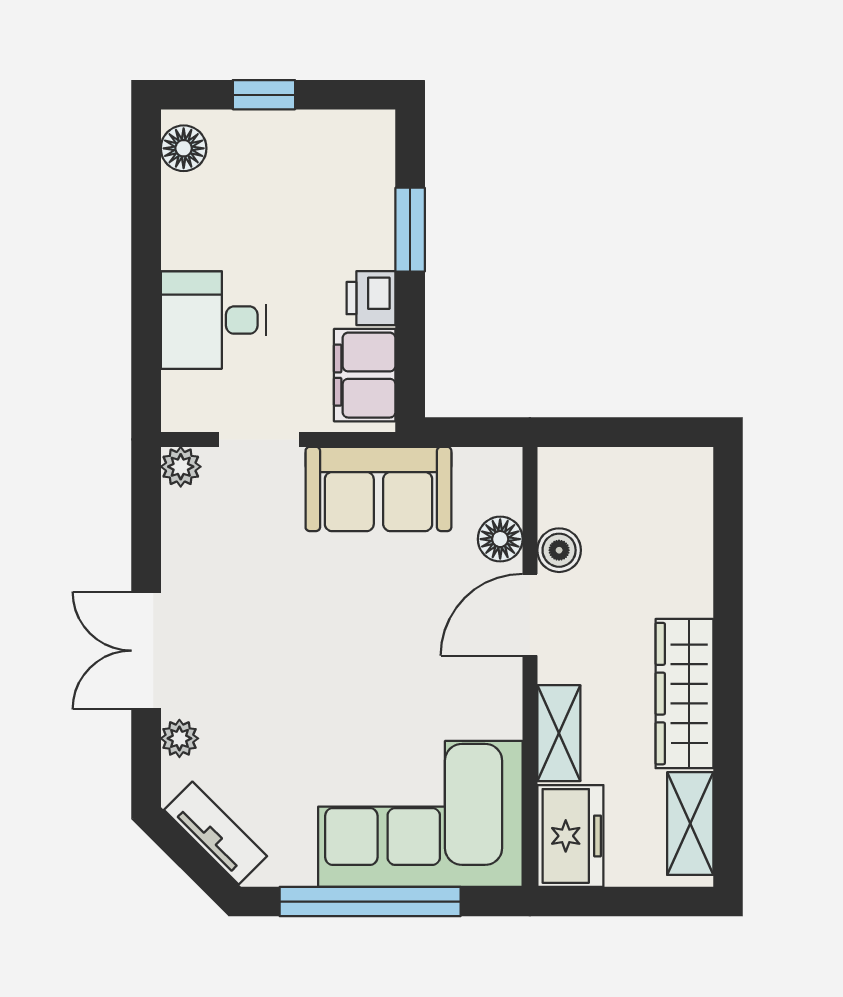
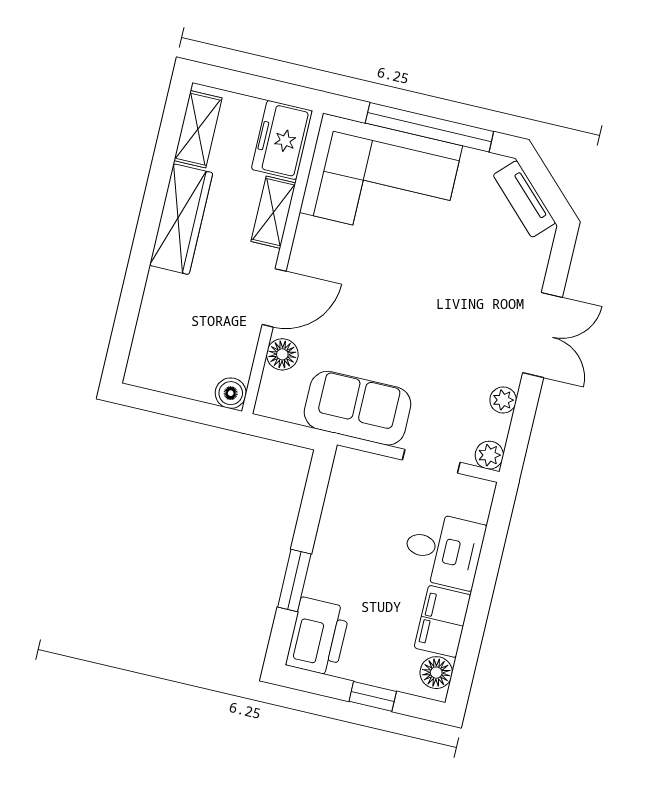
printer: (371, 298) -> (318, 636), moved, width x1.87, depth x1.48
filing cabinet: (365, 375) -> (442, 621), moved, turned 180
boiler: (559, 550) -> (231, 393), moved
plant: (179, 738) -> (503, 400), moved

